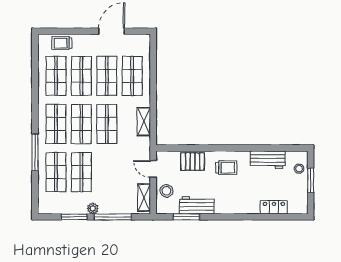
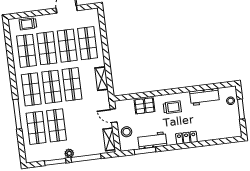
locker: (274, 207) -> (186, 138), moved

